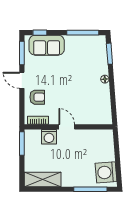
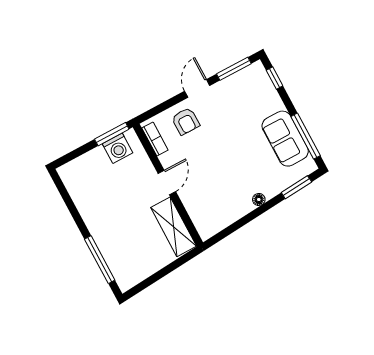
sofa: (47, 45) -> (285, 139), moved
washing machine: (49, 137) -> (117, 148), moved, turned -90
washing machine: (106, 172) -> (134, 269), removed
shelving: (43, 180) -> (174, 227), moved

